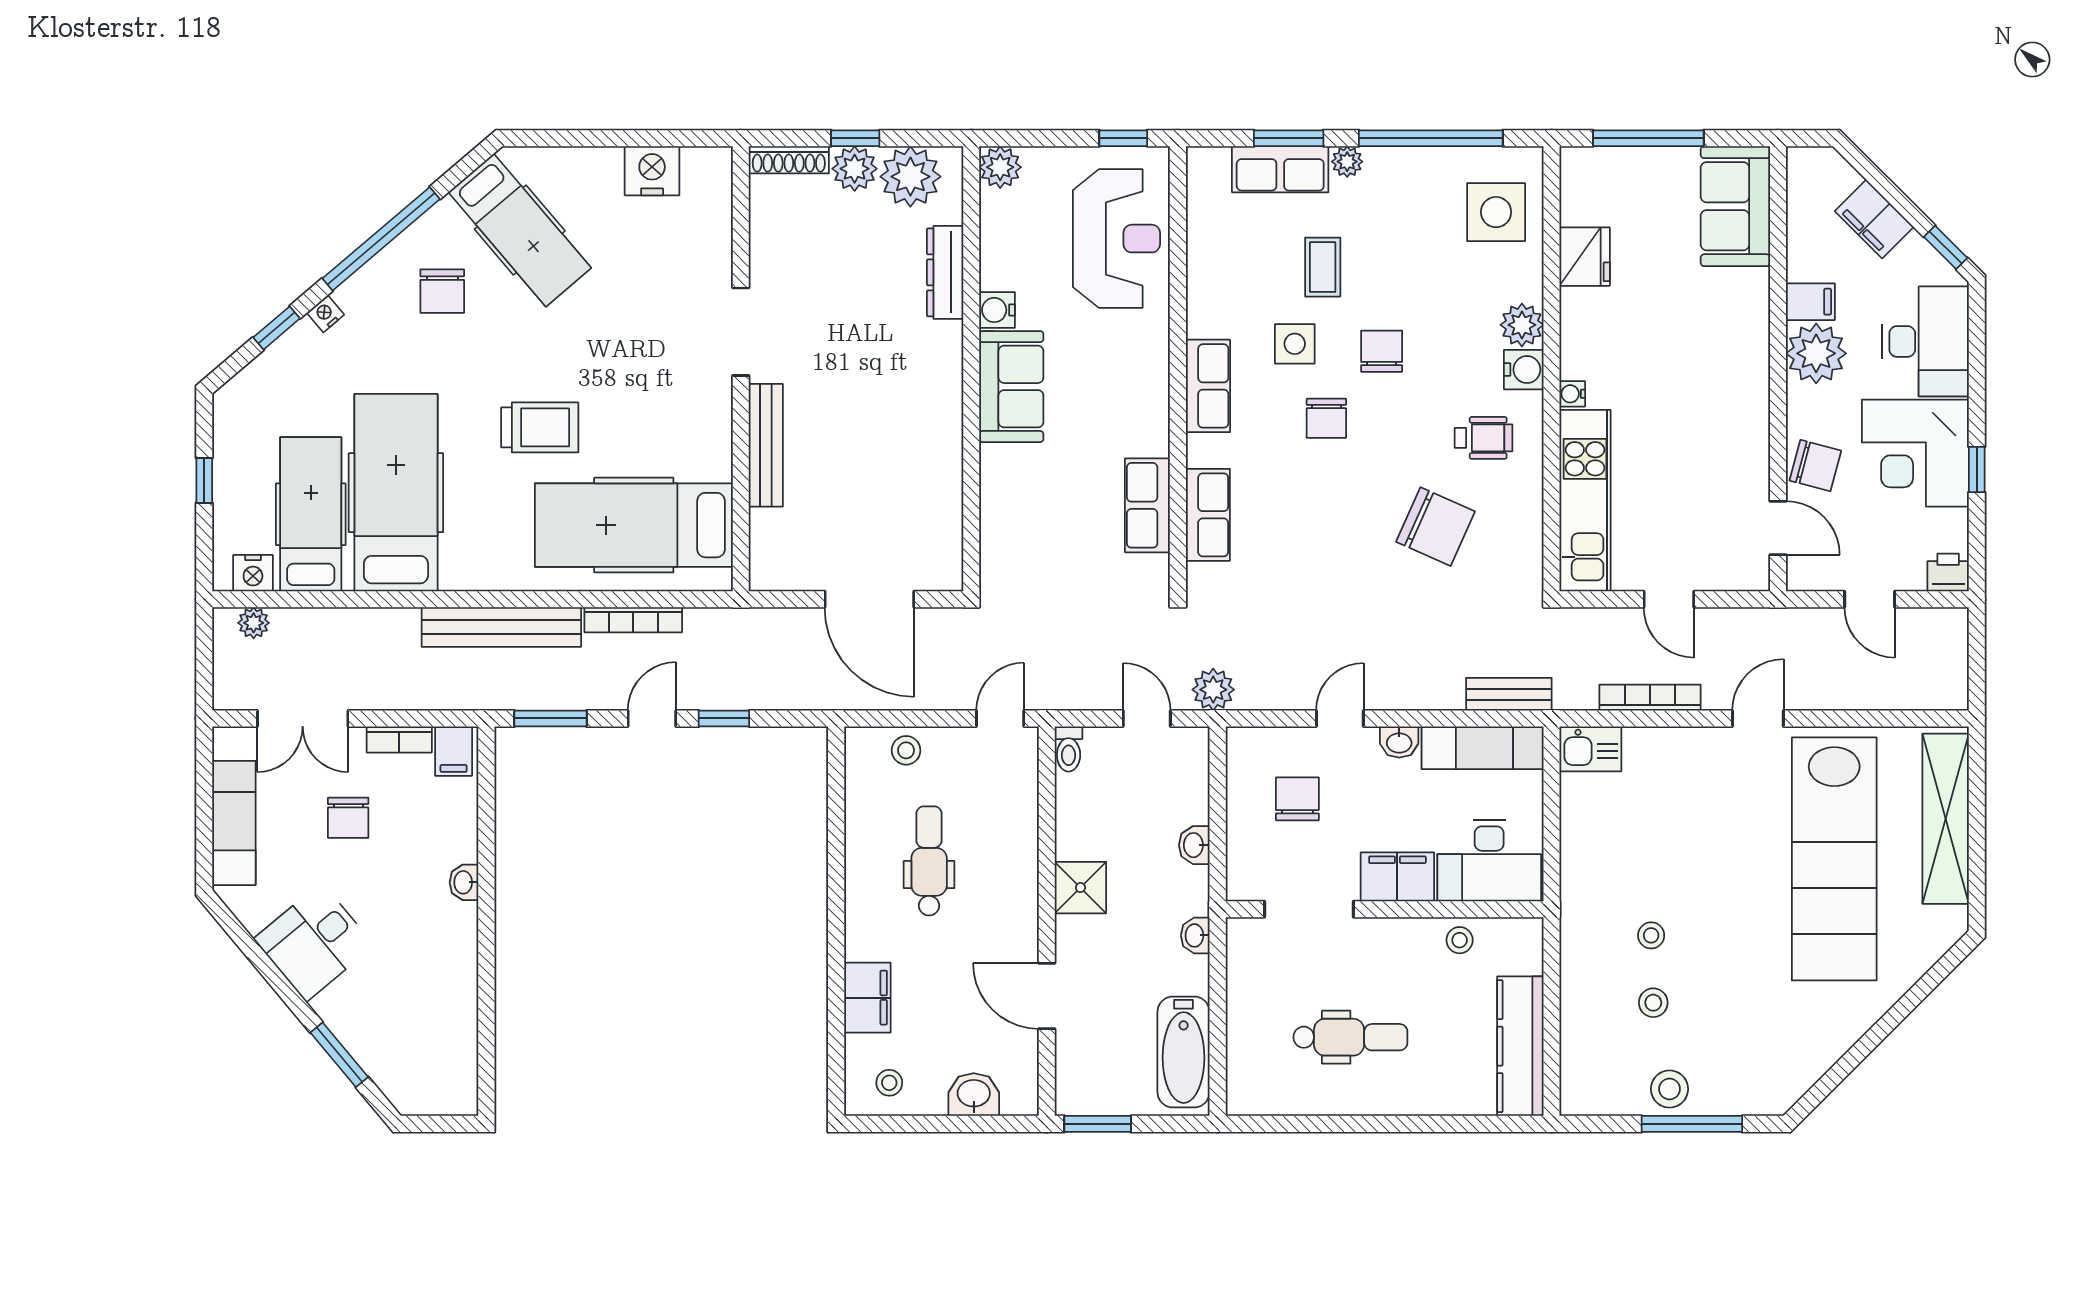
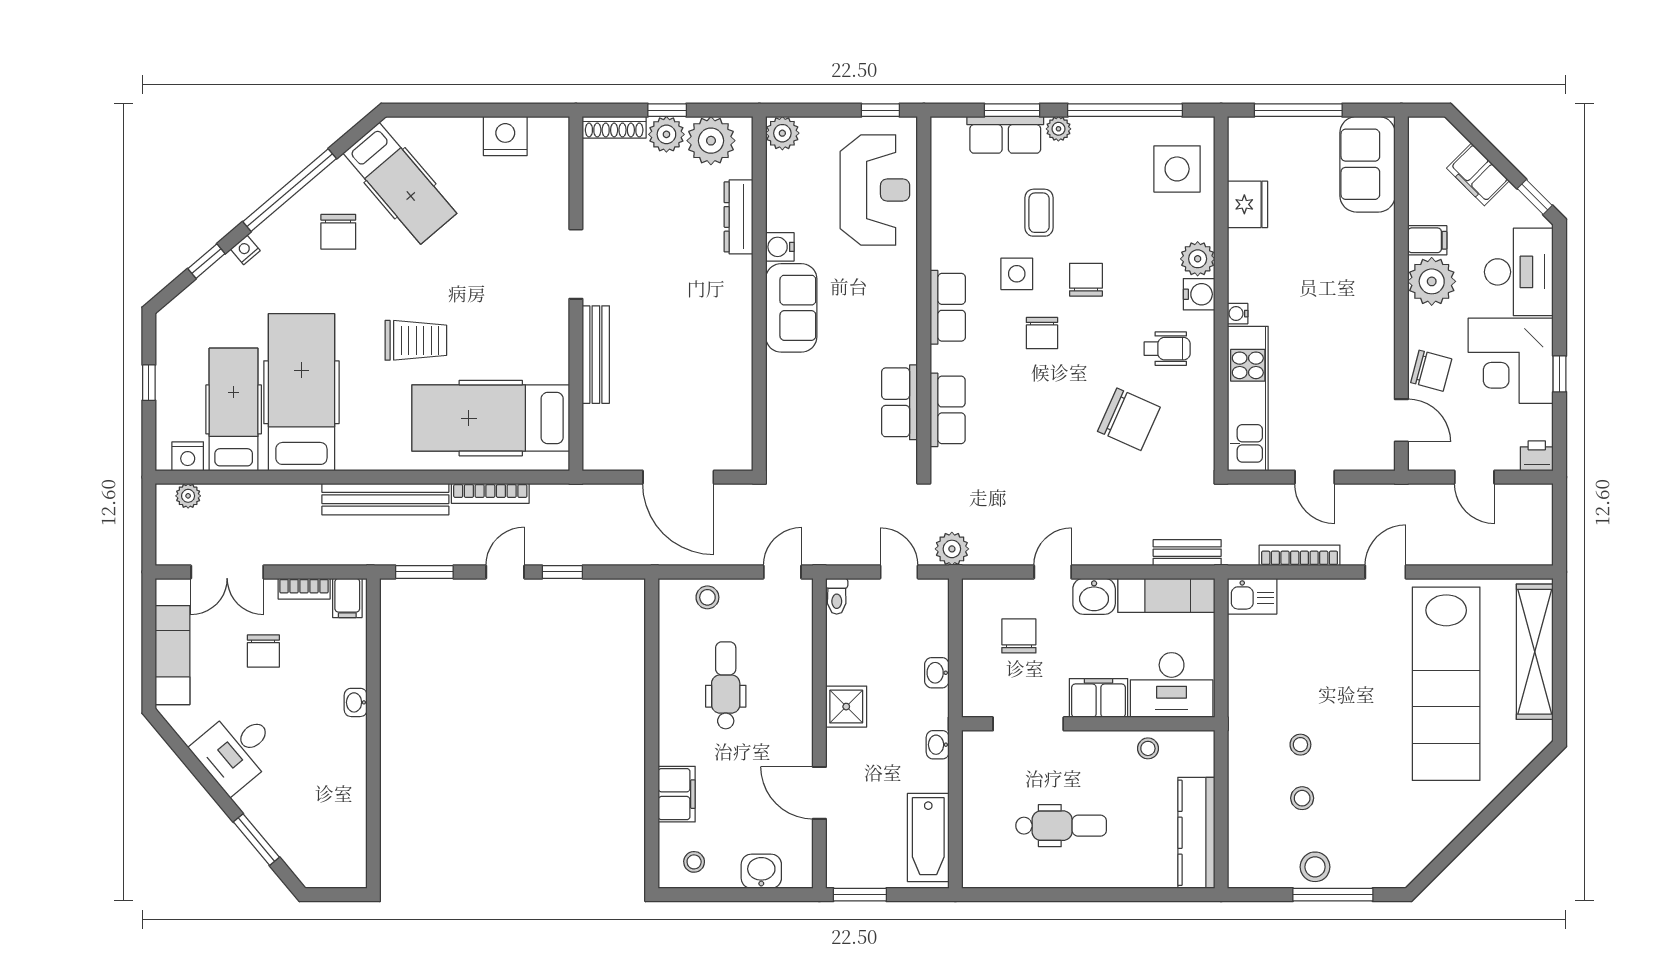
washbasin: (1399, 742) -> (1094, 596), width x1.38, depth x1.45

